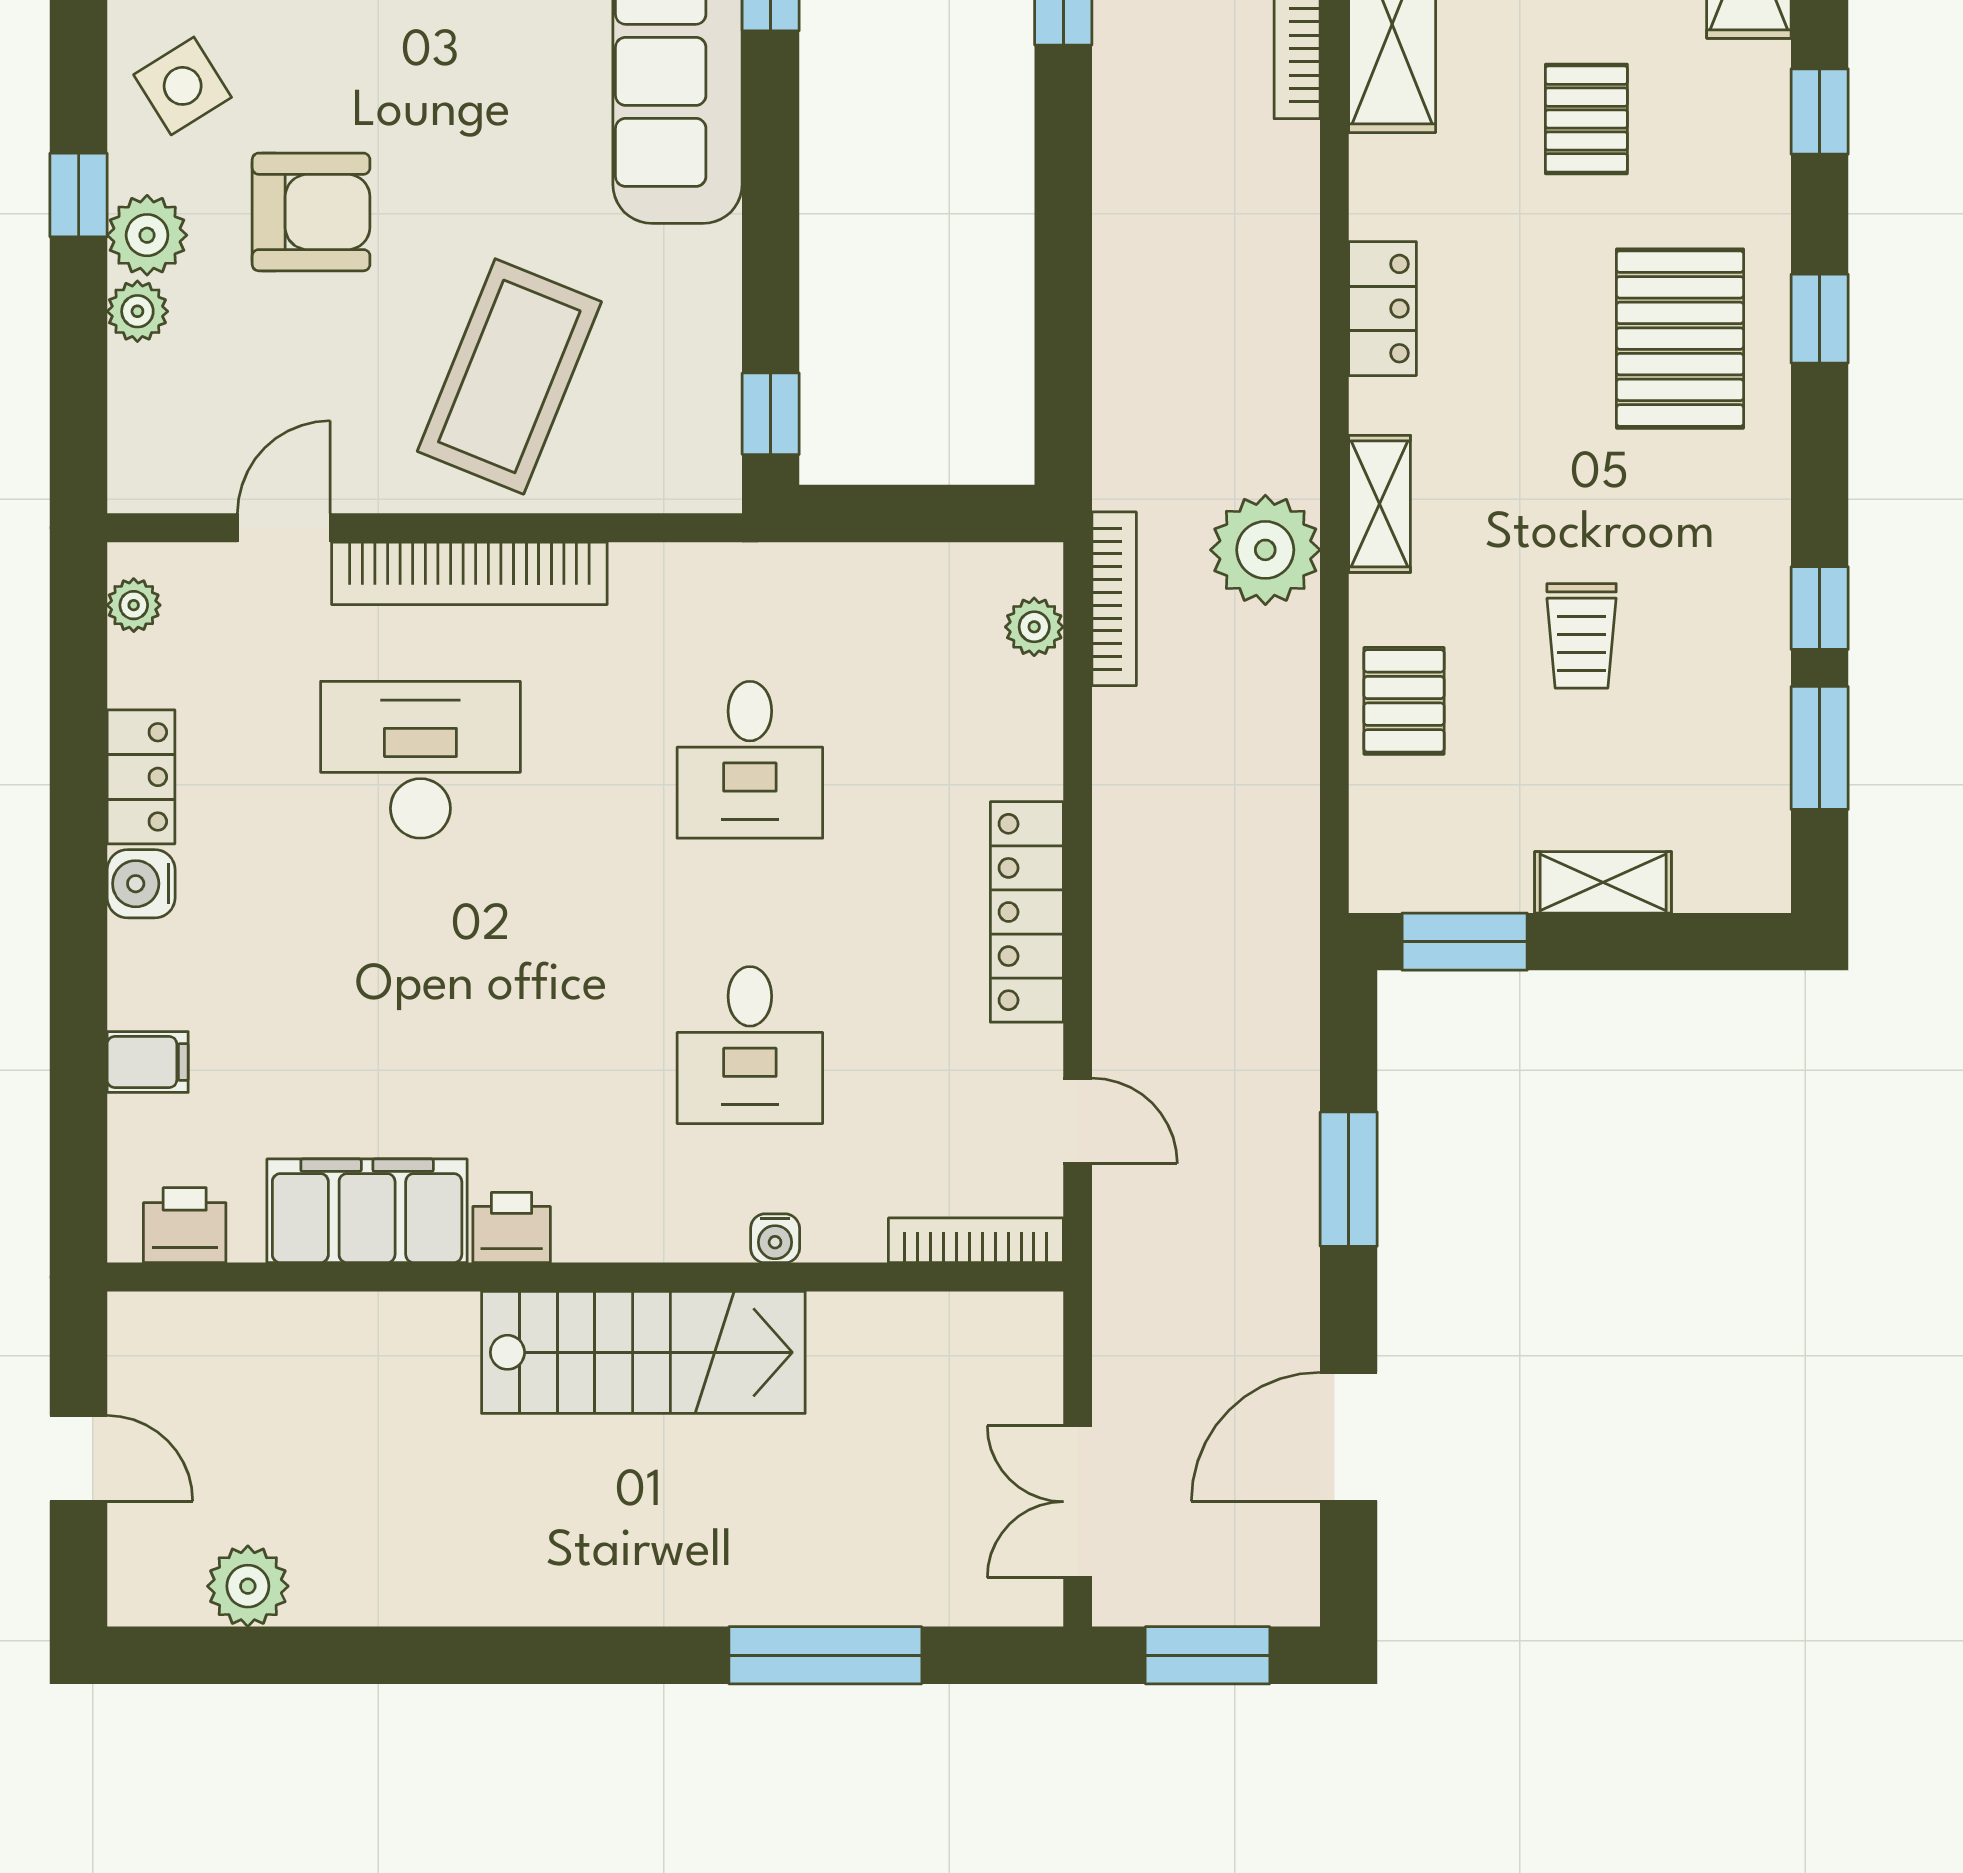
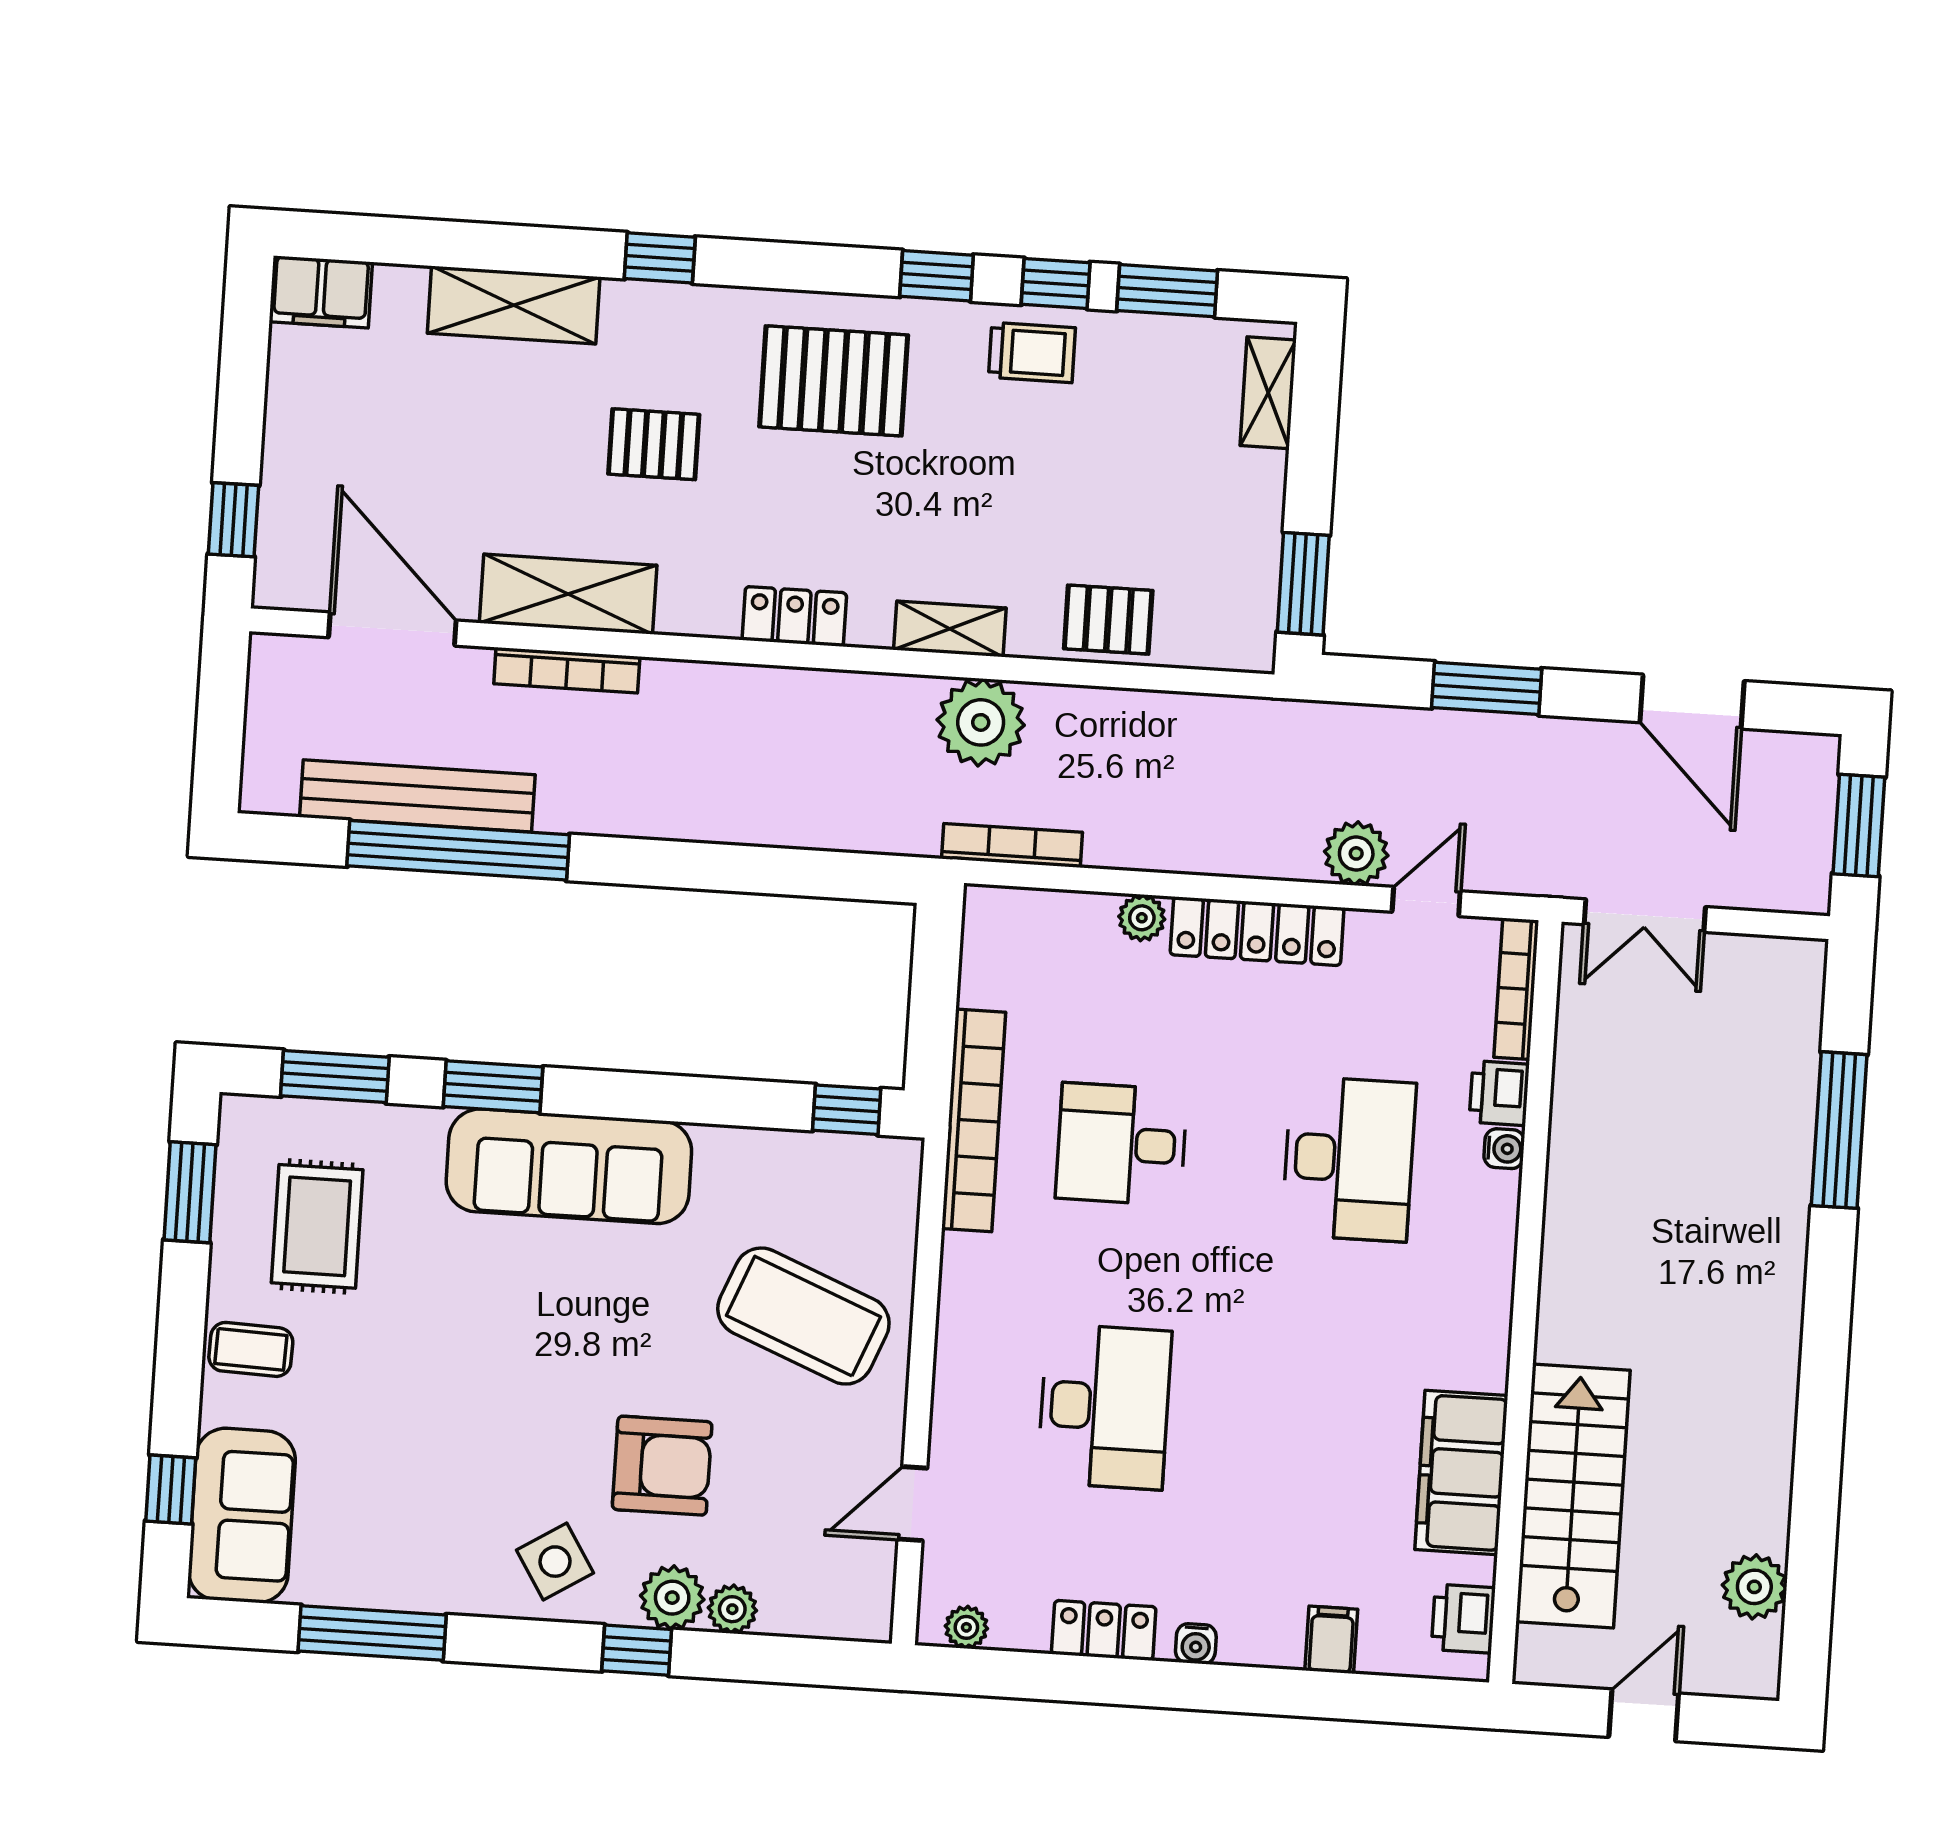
armchair: (311, 212) -> (662, 1466), turned 90
window: (1820, 319) -> (937, 276), moved
door: (284, 528) -> (912, 1504), hinge flipped
bookcase: (469, 573) -> (974, 1120), moved
plant: (1034, 627) -> (1142, 918), moved
trolley: (1582, 636) -> (1032, 352), moved
desk: (420, 760) -> (1104, 1407), turned 180
desk: (750, 760) -> (1121, 1144), turned 180
shelving: (1603, 882) -> (1268, 393), moved
water cooler: (141, 884) -> (1196, 1644), width x0.72, depth x0.72
plant: (1132, 1030) -> (1356, 853), added
desk: (750, 1045) -> (1349, 1159), width x1.37
printer: (512, 1228) -> (1499, 1093), moved
stairs: (643, 1352) -> (1573, 1496), moved
double door: (1078, 1502) -> (1645, 916), moved

